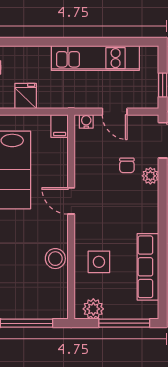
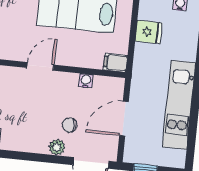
door: (115, 112) -> (124, 119), width x1.38
water cooler: (86, 121) -> (86, 81), moved, turned -90

